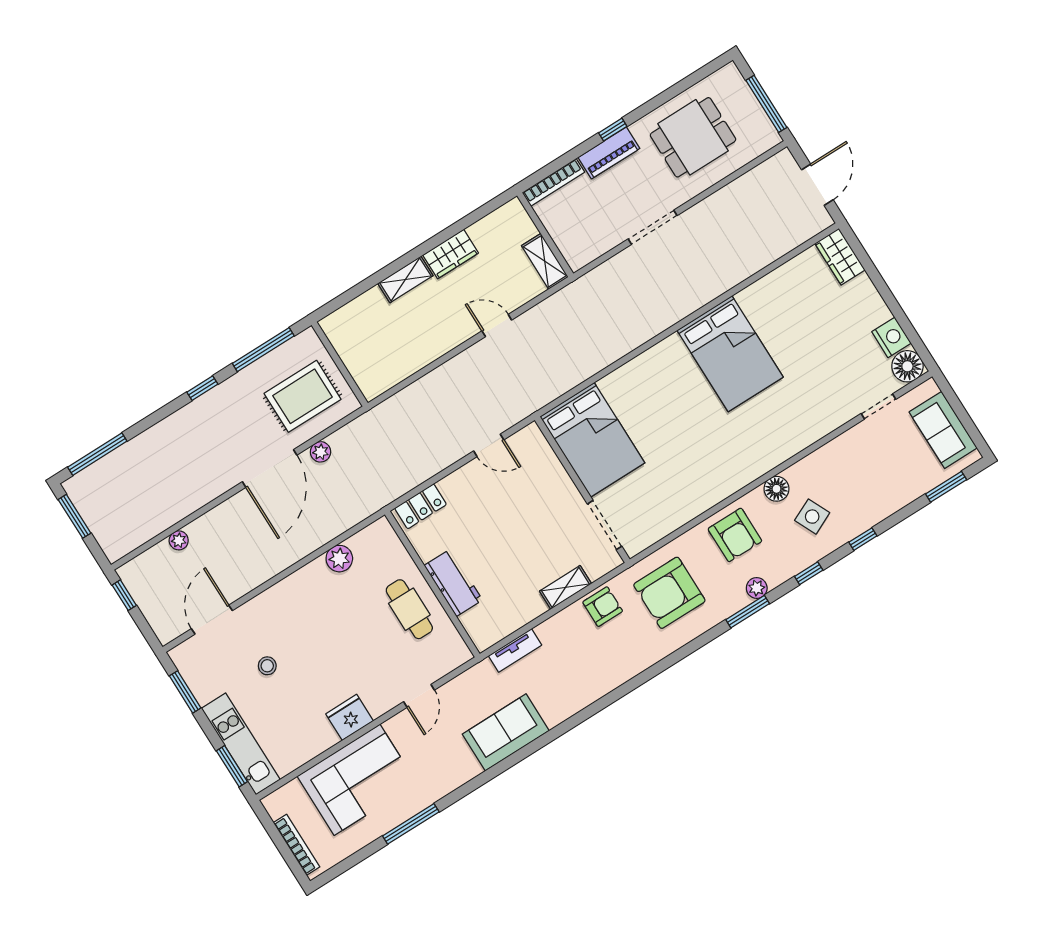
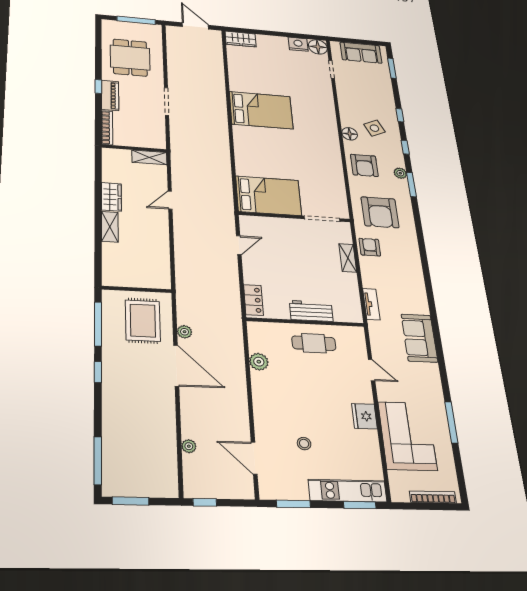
armchair: (735, 535) -> (364, 165), turned 90

